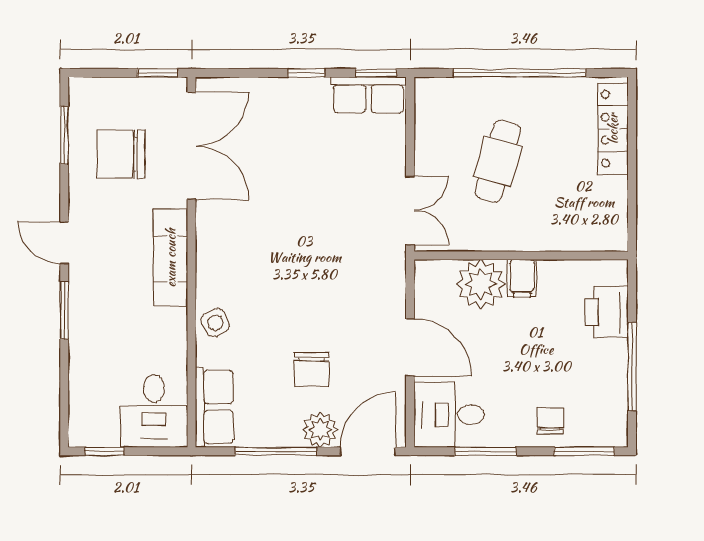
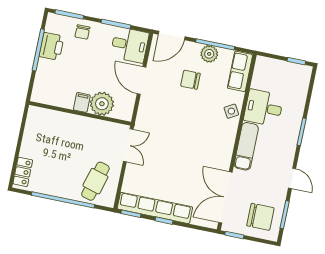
row of seats: (368, 95) -> (155, 208), width x2.02
locker: (613, 129) -> (23, 172), width x0.66
chair: (121, 154) -> (261, 217), moved
cafe table: (498, 161) -> (95, 181), moved
double door: (410, 211) -> (128, 145), swing flipped
door: (64, 243) -> (292, 178), moved
printer: (607, 312) -> (52, 46), moved
chair: (311, 369) -> (190, 80), turned -90
desk: (154, 411) -> (264, 108), moved, turned -90
plant: (320, 430) -> (209, 54), moved

